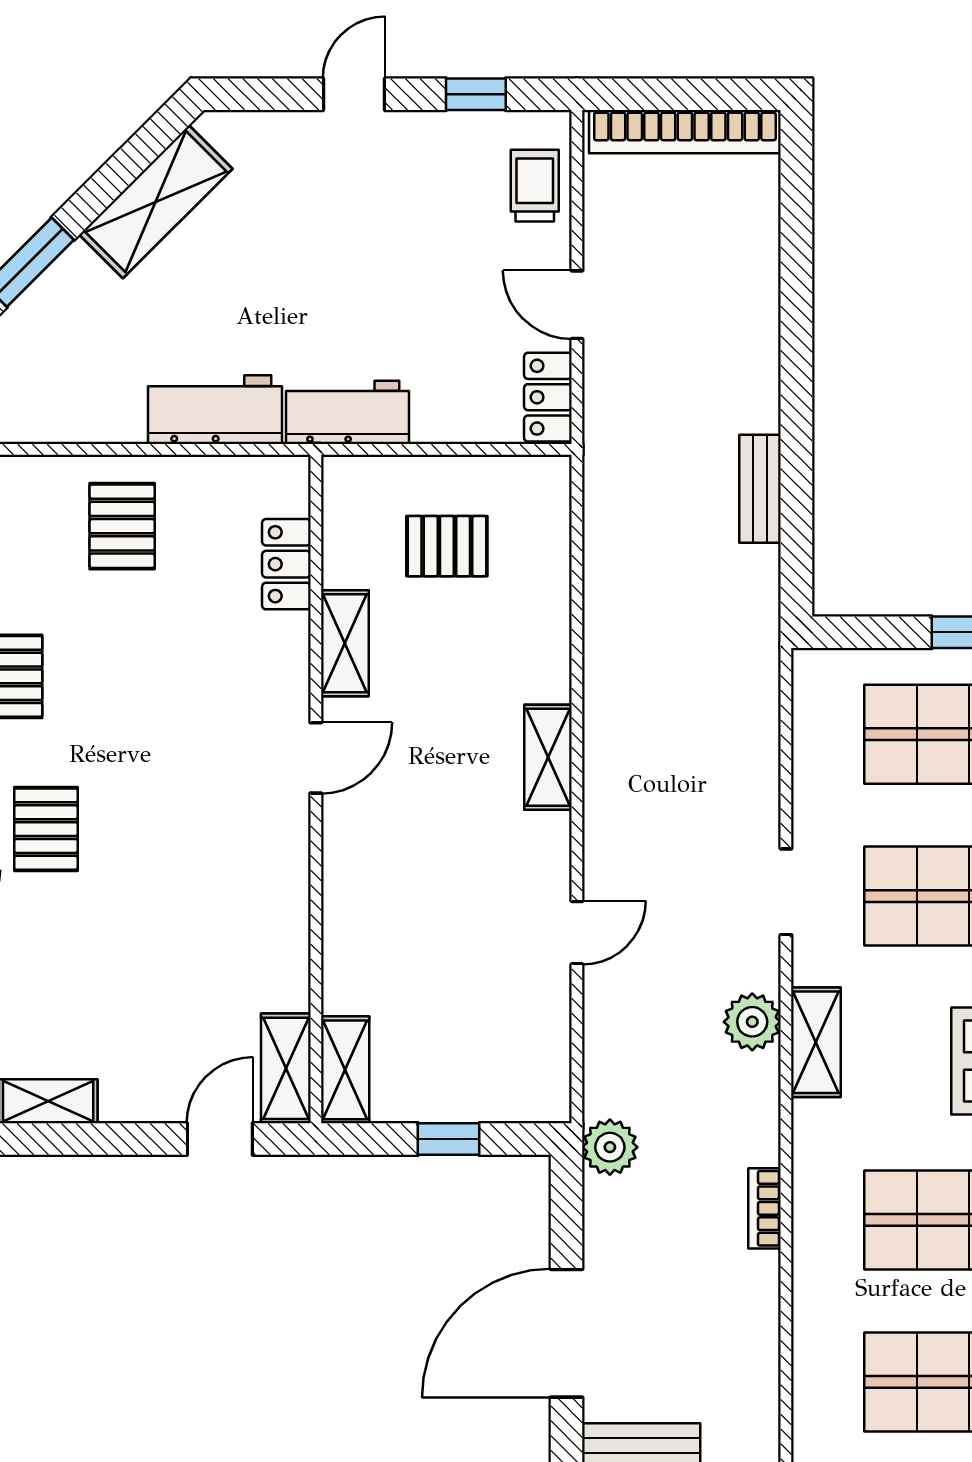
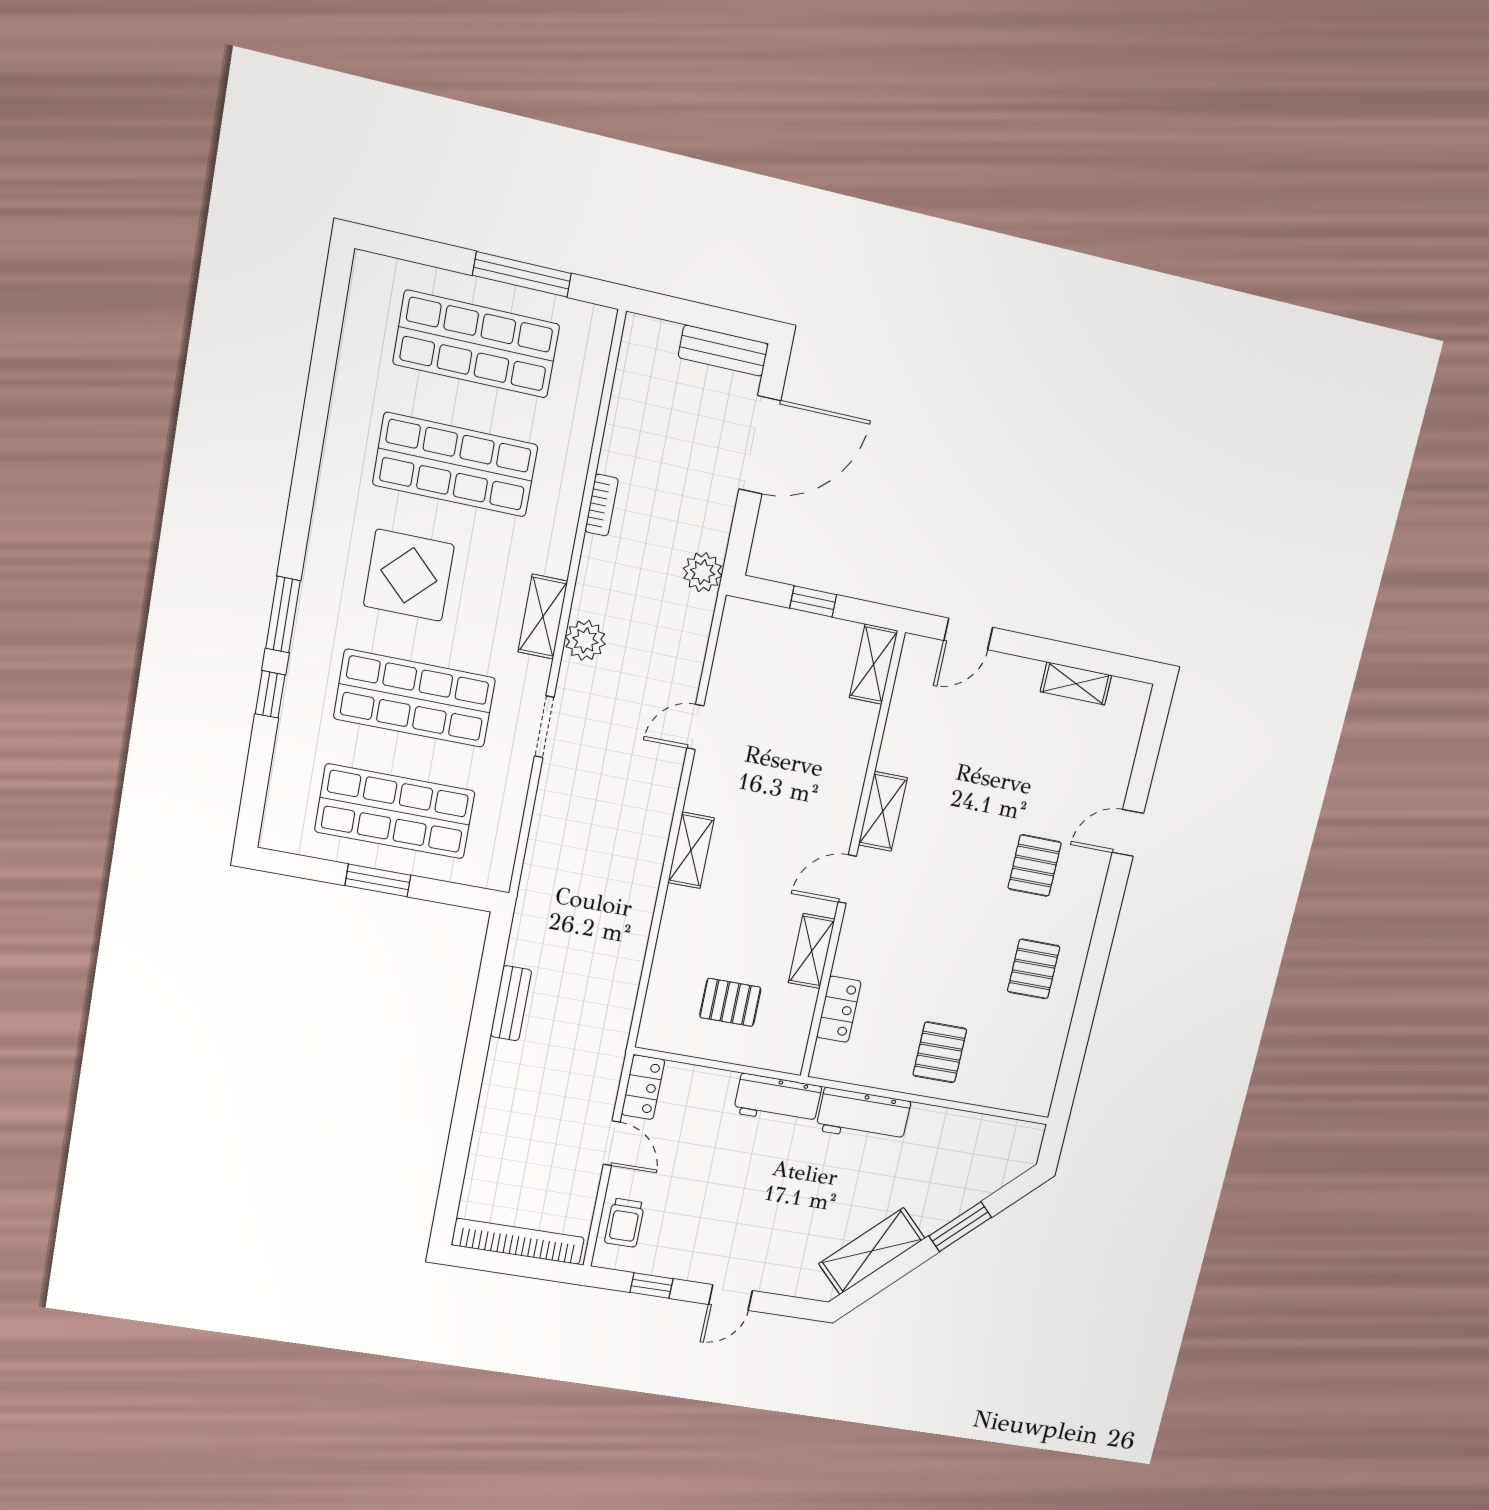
shelving: (286, 1068) -> (883, 811), moved

